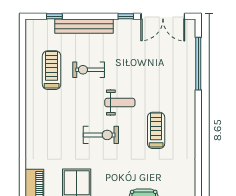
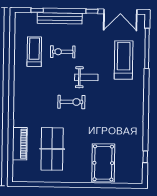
treadmill: (156, 130) -> (124, 60), moved, width x1.37, depth x1.38

